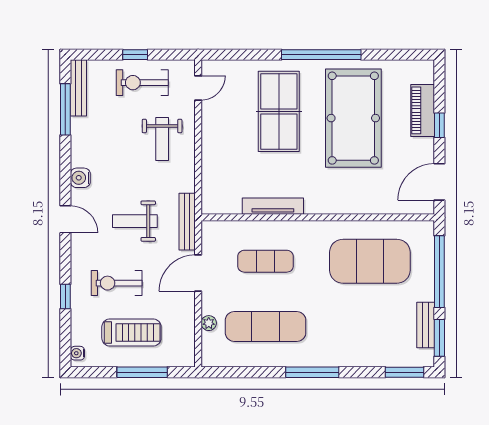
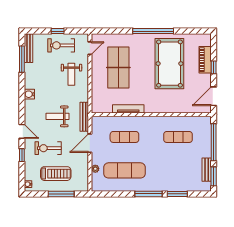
table tennis table: (279, 111) -> (118, 68), moved
door: (65, 219) -> (22, 131), moved
exercise mat: (370, 261) -> (178, 137), width x0.50, depth x0.69
window: (404, 372) -> (177, 194), moved

